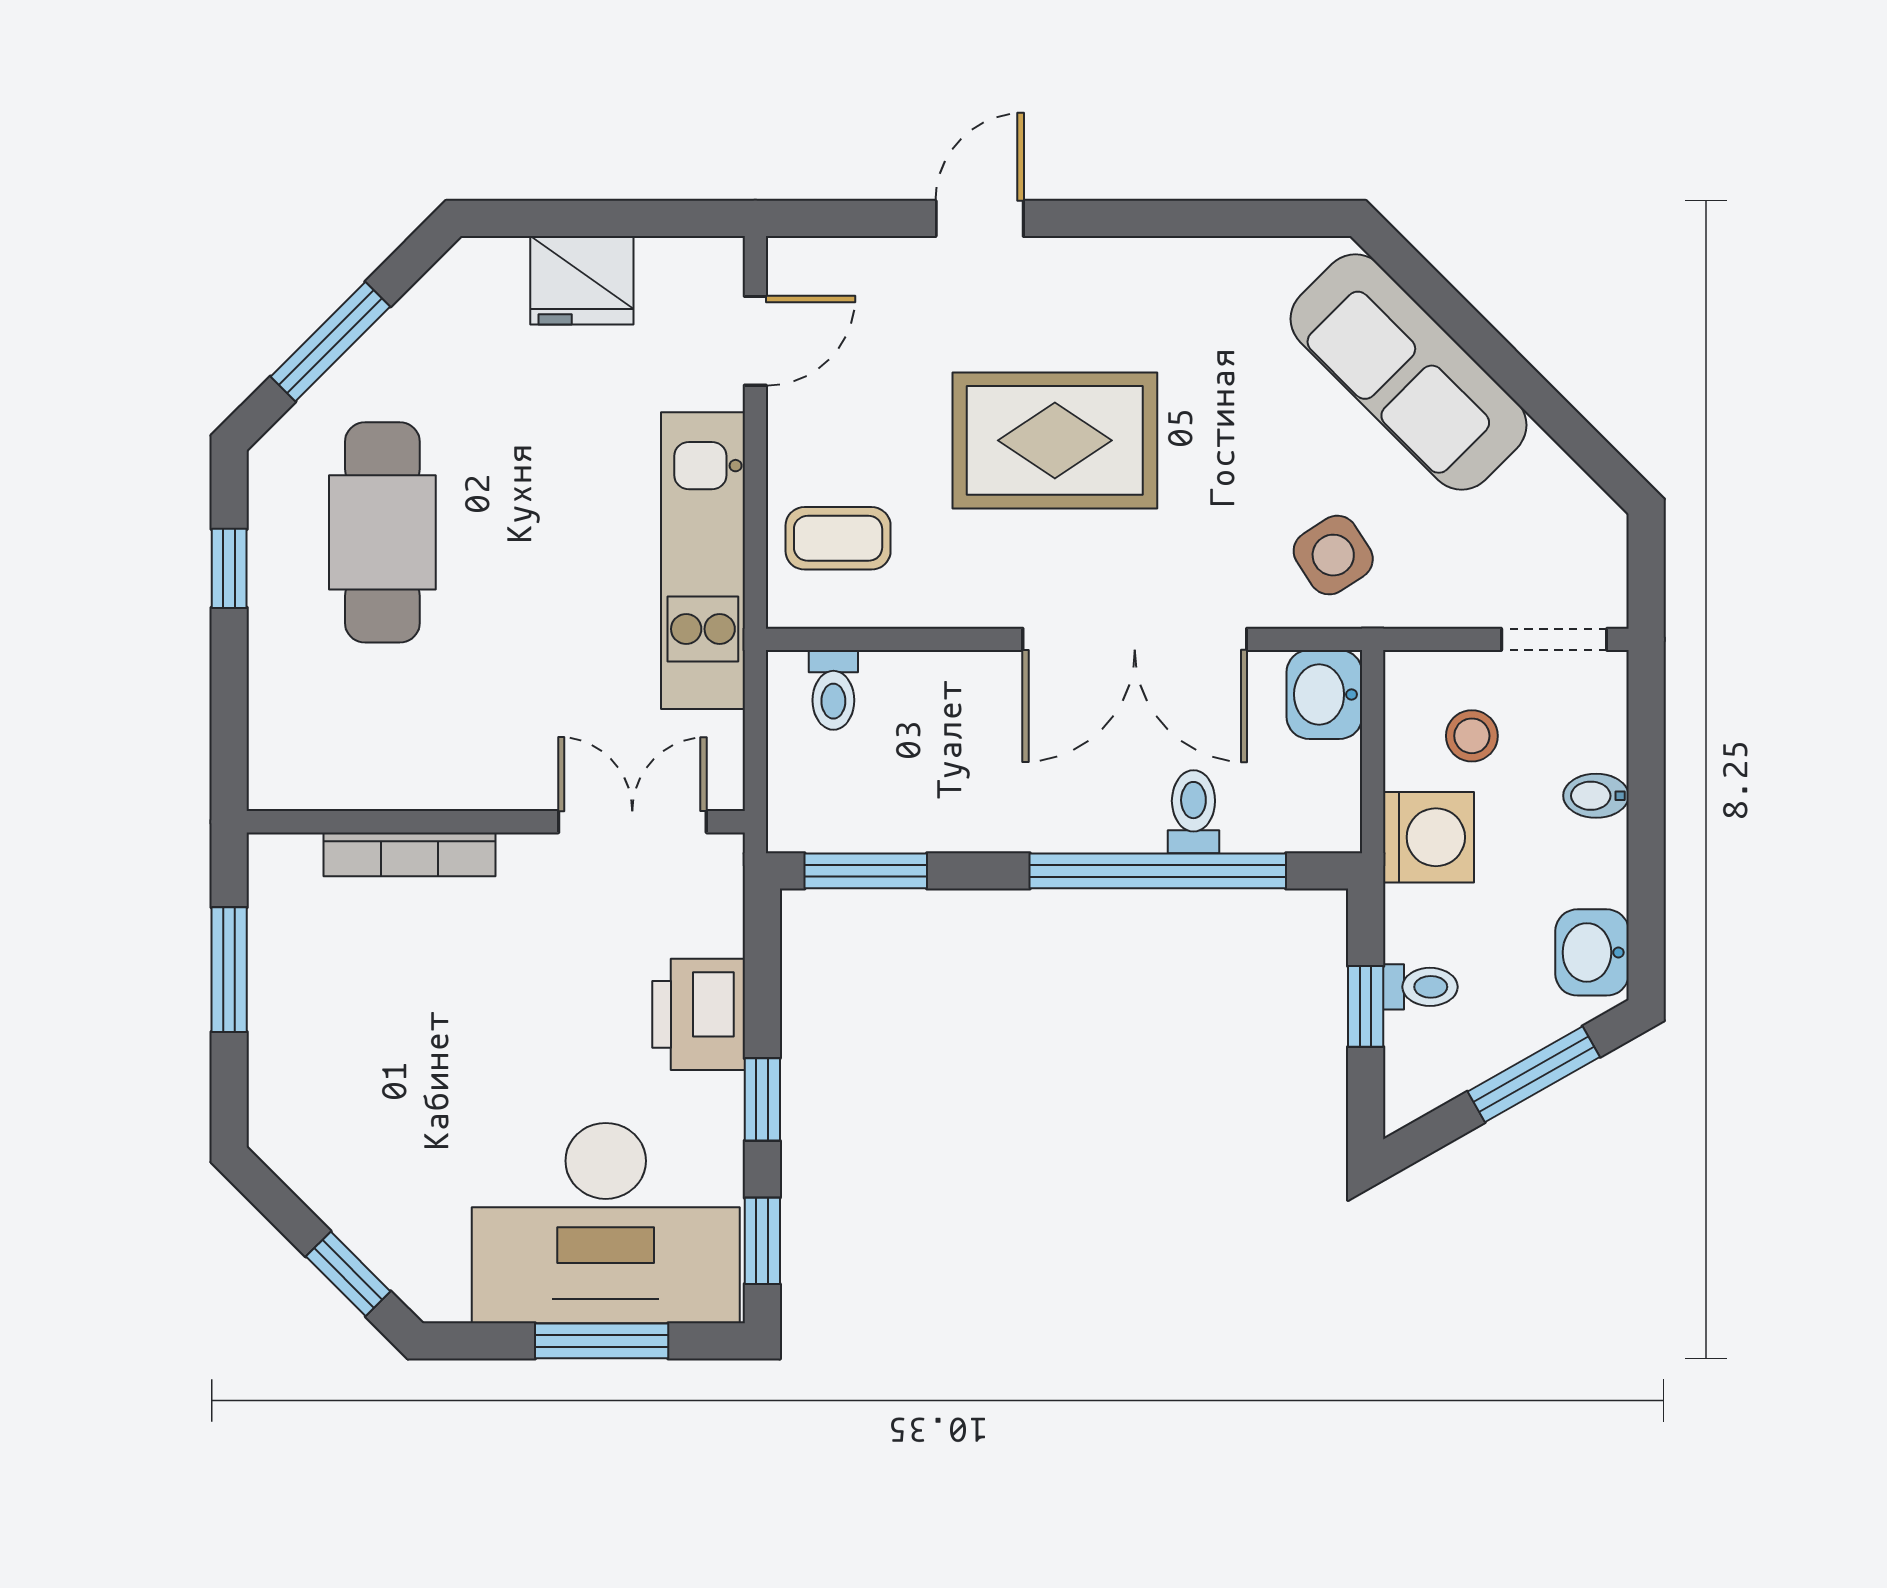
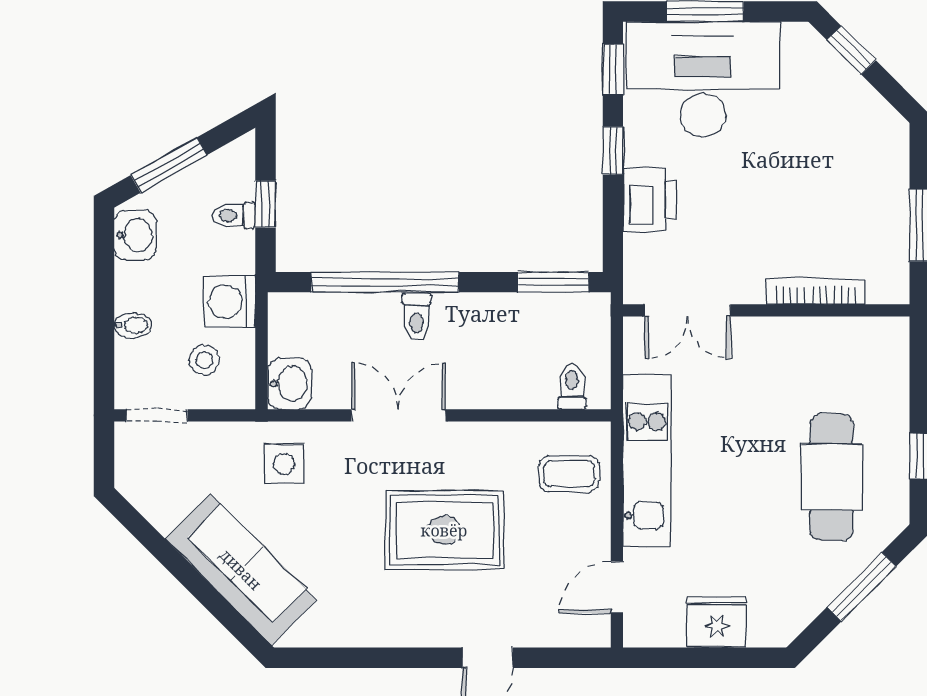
side table: (1333, 555) -> (284, 464), turned 33
double door: (1135, 639) -> (398, 415), width x0.73
toilet: (1193, 812) -> (416, 316), moved

